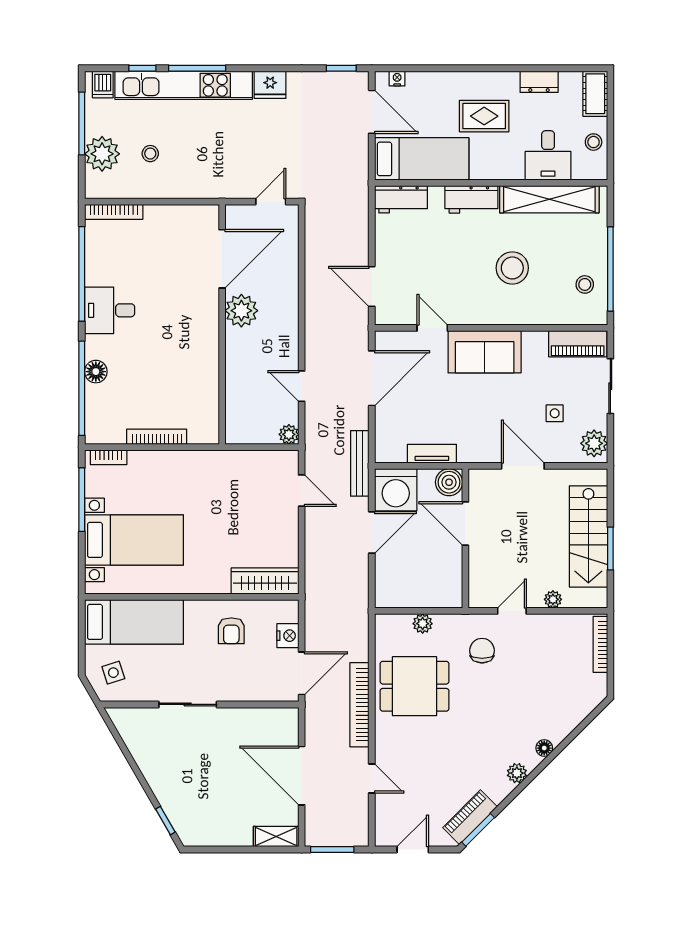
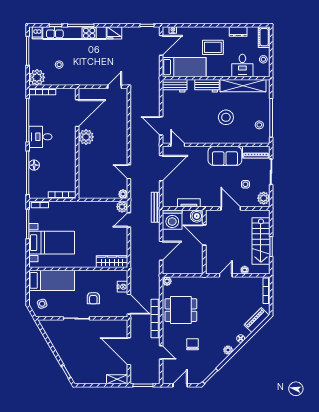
door: (372, 112) -> (161, 45), hinge flipped
plant: (102, 154) -> (37, 77), moved
door: (222, 259) -> (77, 113), moved
plant: (241, 311) -> (86, 137), moved
wall: (222, 324) -> (77, 143), moved
door: (432, 328) -> (178, 145), moved
sofa: (485, 352) -> (225, 156), moved
plant: (287, 462) -> (122, 207), added
door: (302, 491) -> (129, 220), swing flipped
door: (372, 532) -> (161, 251), moved
plant: (423, 624) -> (167, 281), moved
armchair: (231, 631) -> (93, 298), moved
chair: (482, 651) -> (192, 344), moved
door: (302, 673) -> (129, 304), hinge flipped
piano: (470, 817) -> (257, 320), moved

